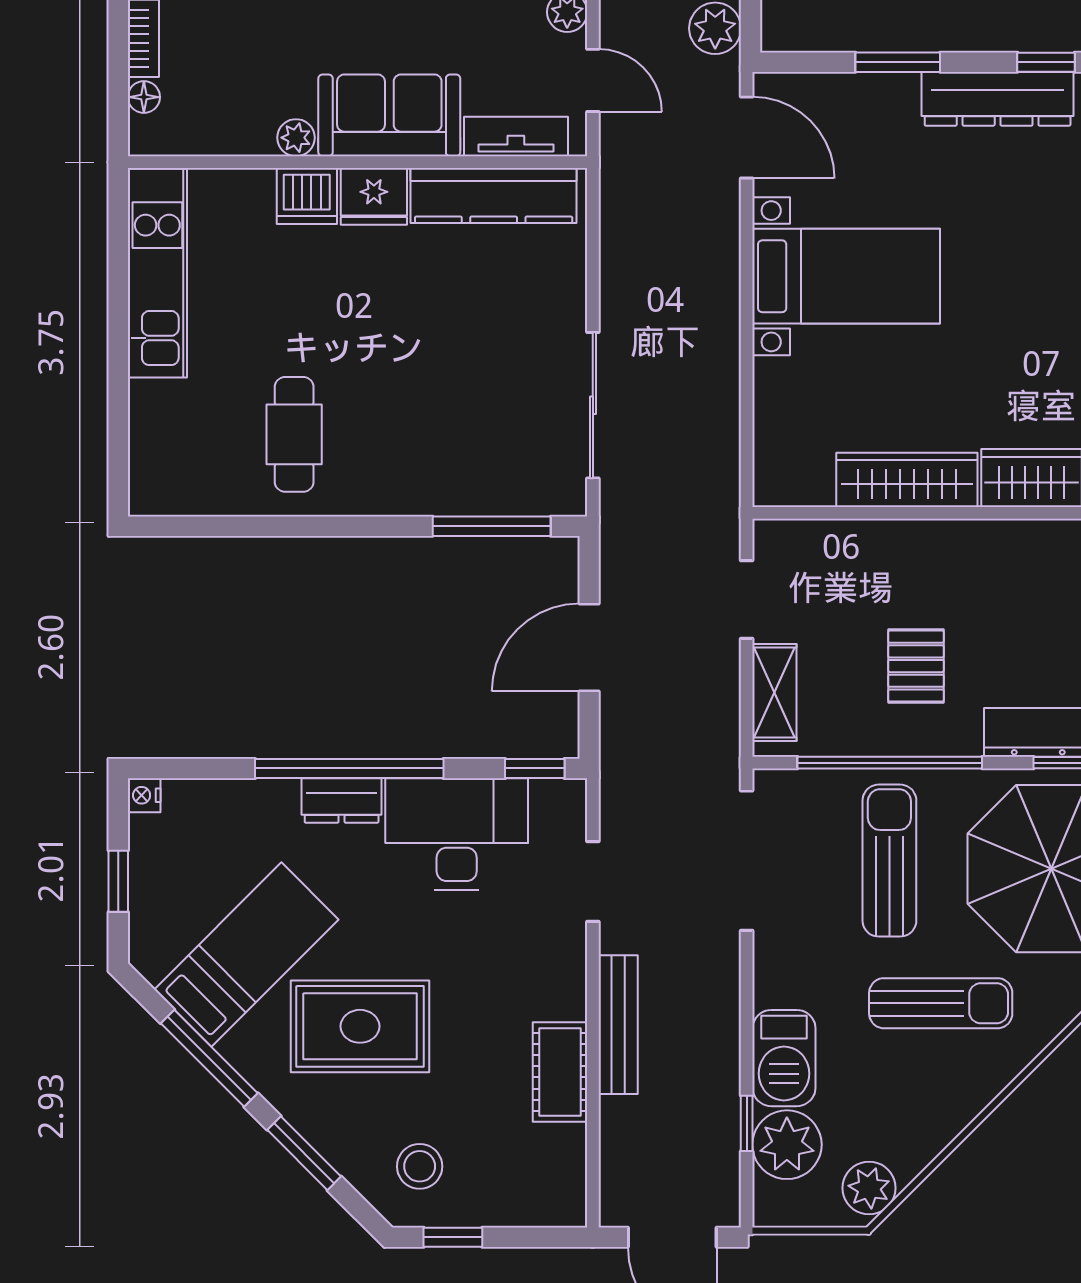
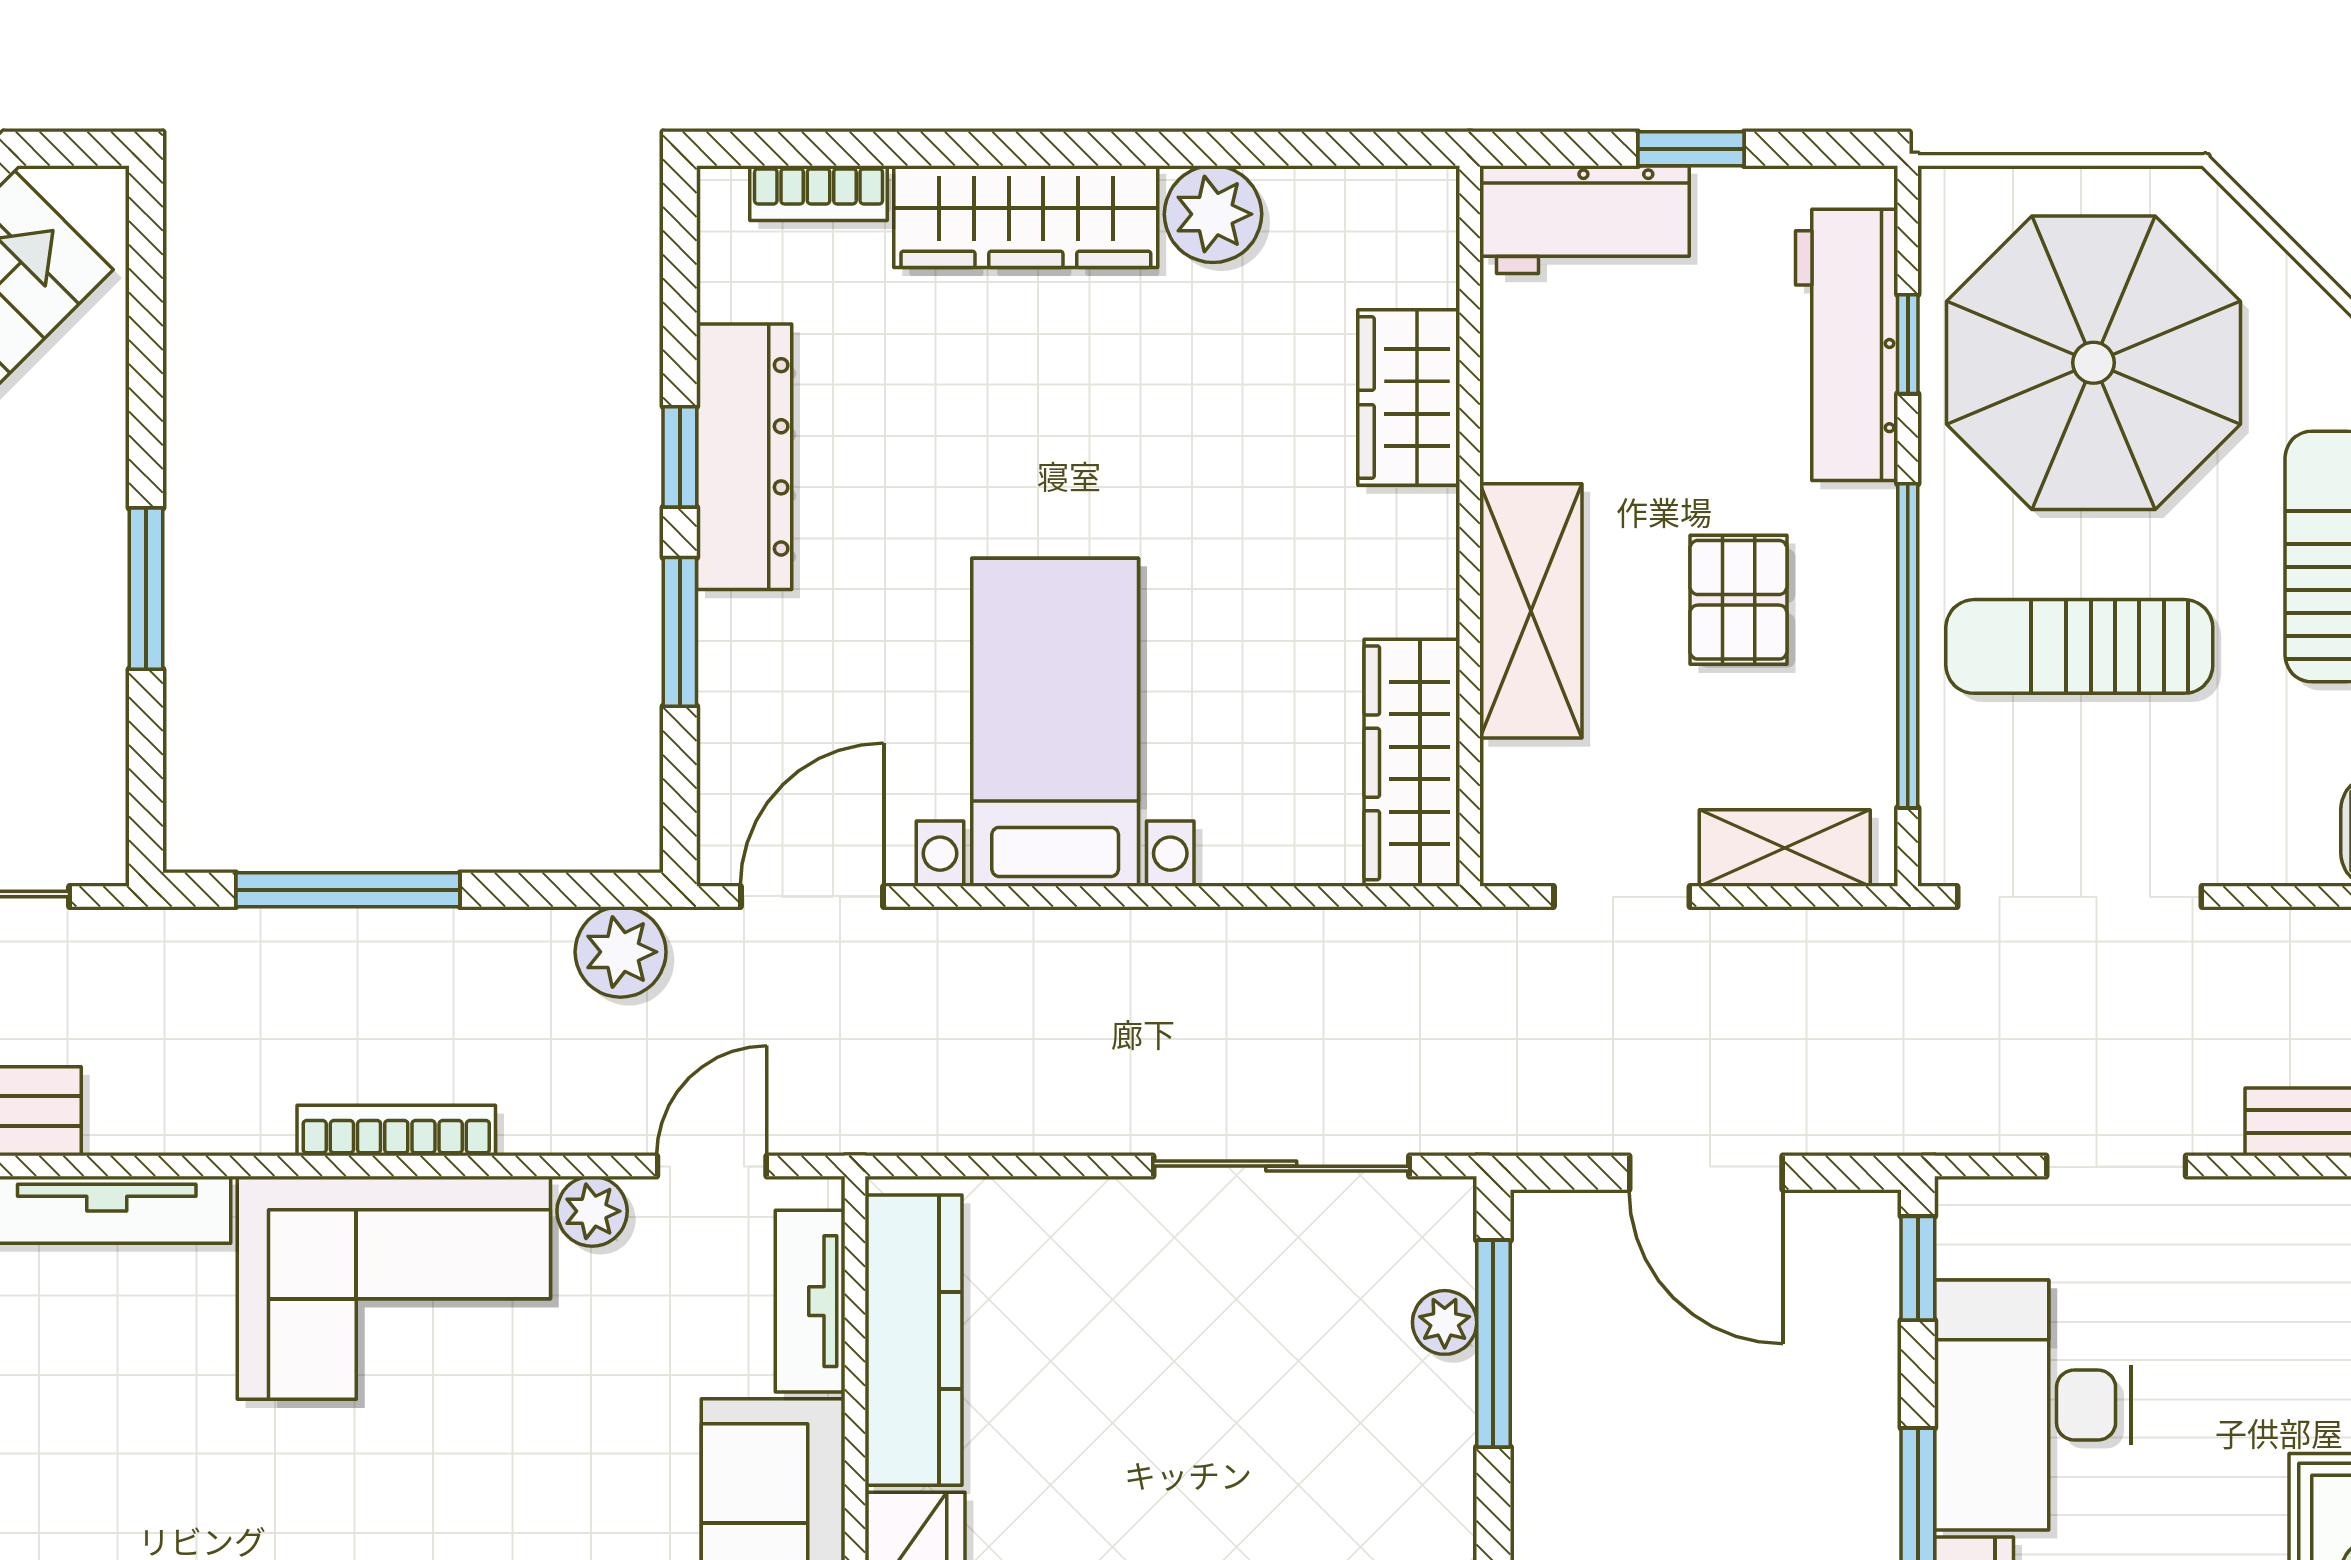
window: (1046, 62) -> (680, 457), moved
wardrobe: (907, 480) -> (1412, 763), moved
plant: (504, 498) -> (1445, 1322), added
shelving: (910, 548) -> (1531, 611), added
pallet: (916, 666) -> (1738, 600), turned 90

